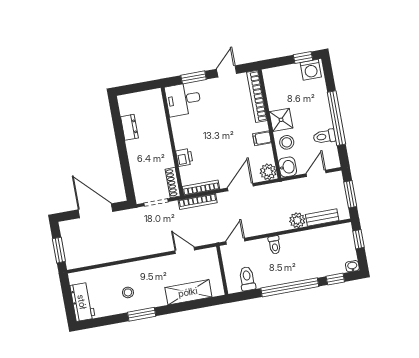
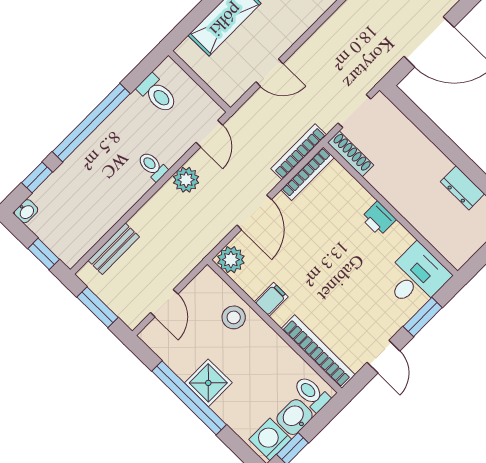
shower: (281, 120) -> (208, 383), moved
toilet: (324, 137) -> (312, 394), moved, turned -90
printer: (184, 157) -> (379, 219), moved
washbasin: (287, 167) -> (295, 417), moved, turned 90
plant: (297, 220) -> (186, 180), moved

